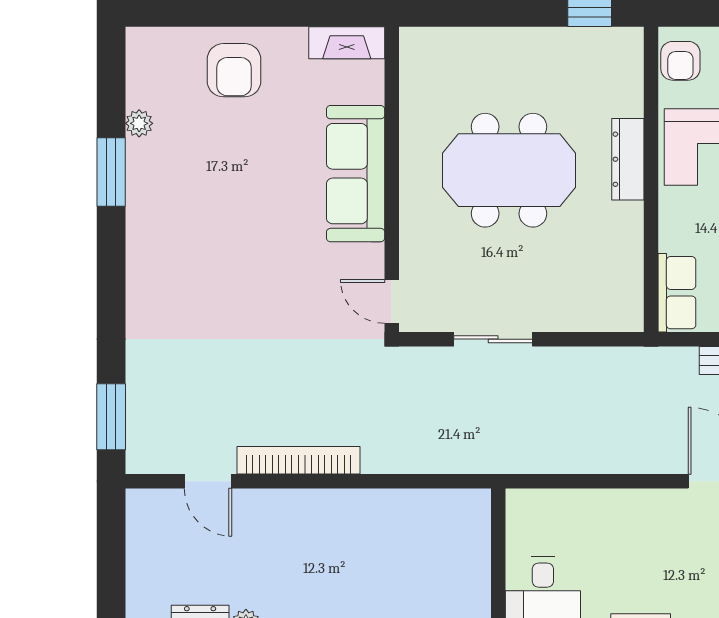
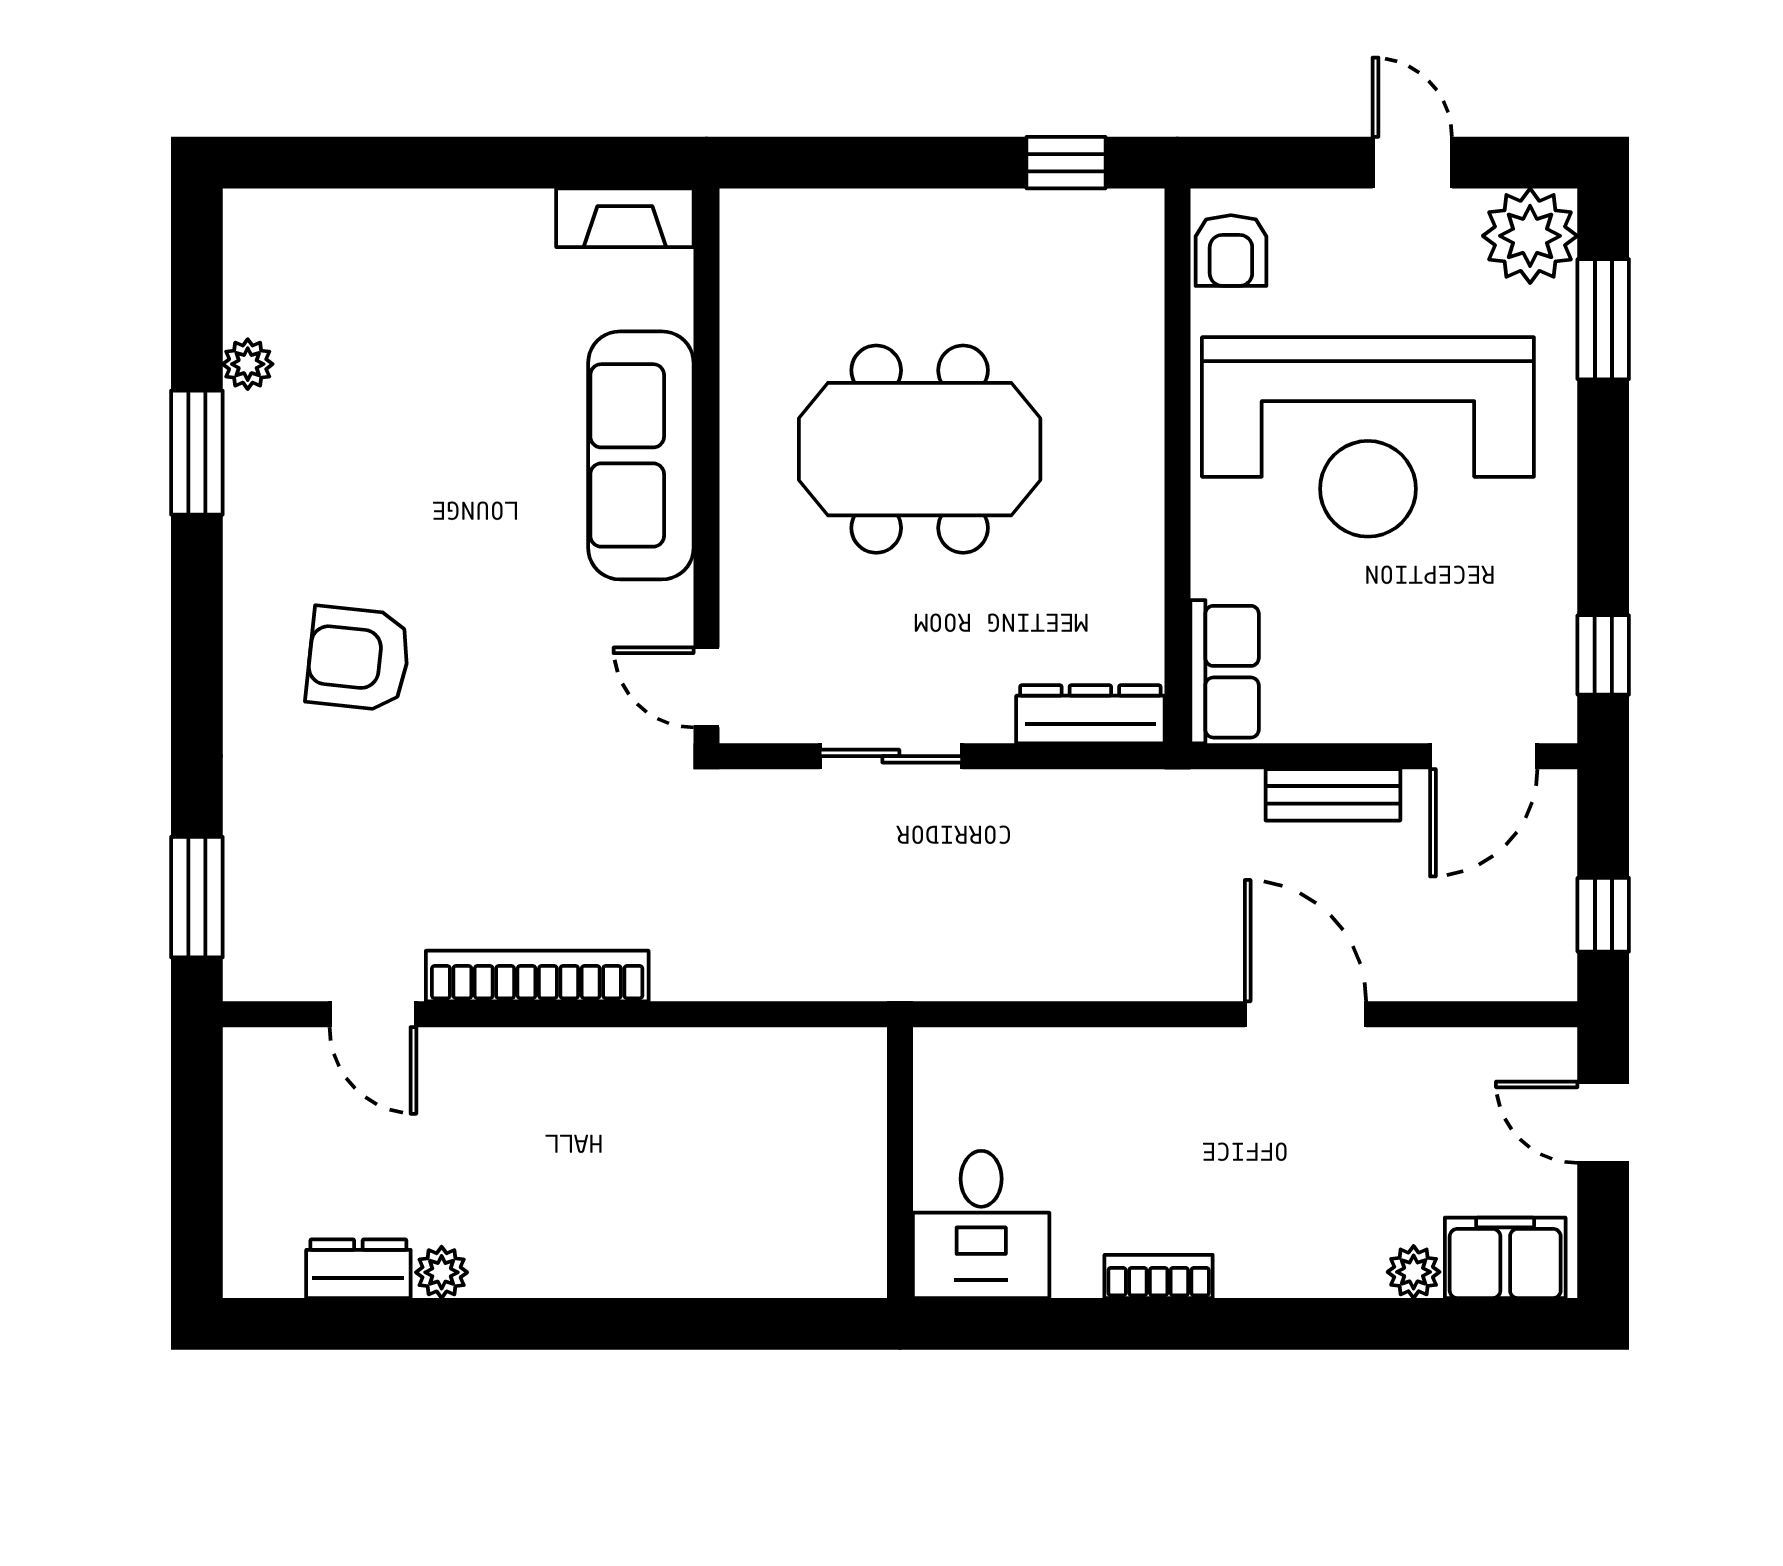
armchair: (234, 70) -> (358, 659), moved, turned 96
dresser: (628, 159) -> (1090, 714), moved, turned 90

